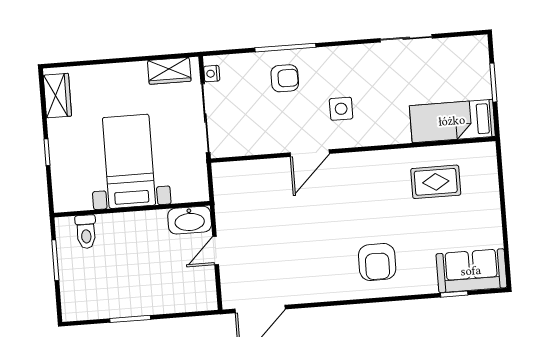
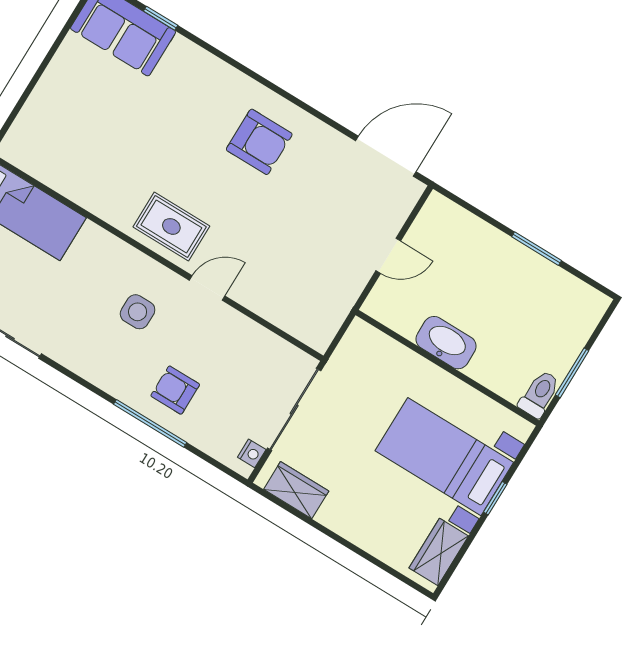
door: (310, 153) -> (207, 288), width x0.73
bed with nightstands: (129, 161) -> (444, 457), moved, turned 90
rug: (436, 182) -> (171, 226), moved
washbasin: (190, 220) -> (446, 343), moved
toilet: (86, 232) -> (539, 394), moved
armchair: (377, 262) -> (259, 142), moved, turned 90

